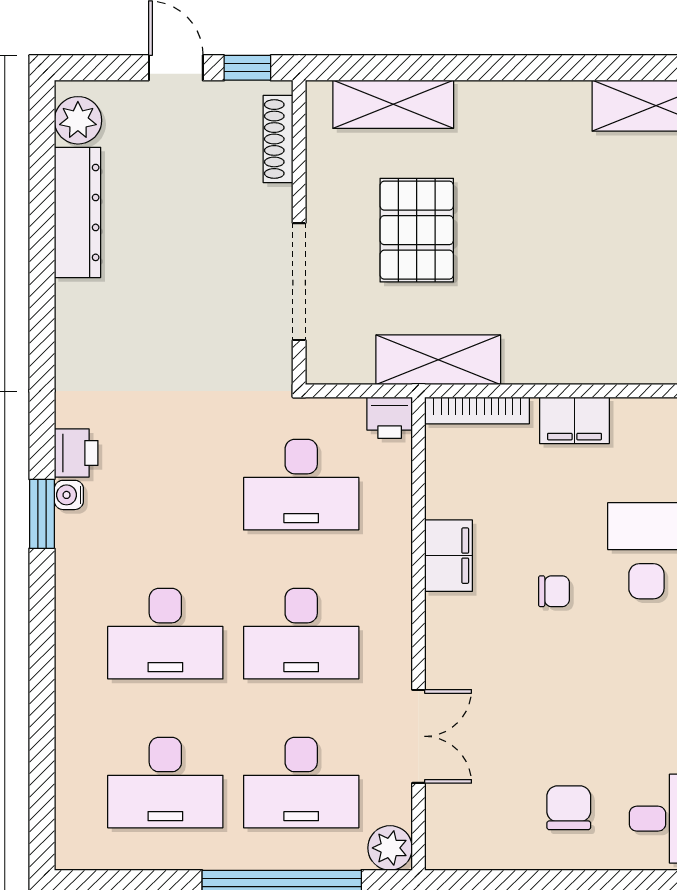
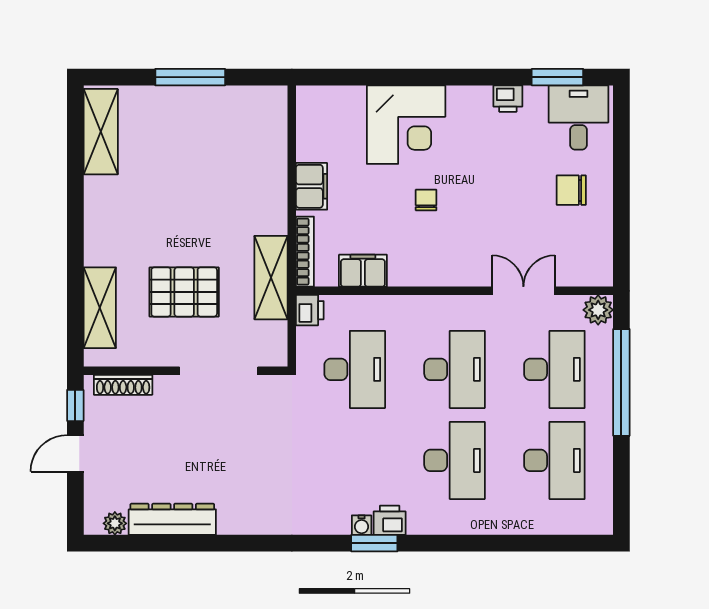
plant: (78, 120) -> (115, 523), width x0.73, depth x0.73
printer: (76, 453) -> (390, 520), moved
filing cabinet: (448, 556) -> (363, 271), moved

